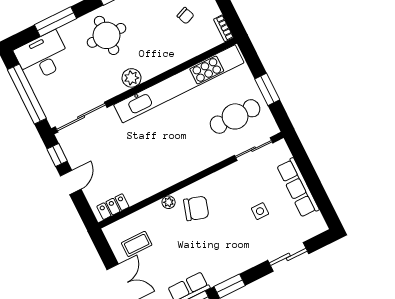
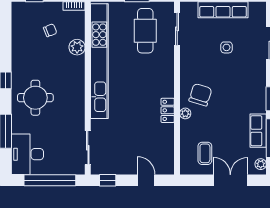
plant: (132, 78) -> (77, 47), moved
sliding door: (81, 117) -> (88, 148), width x0.73
door: (71, 183) -> (146, 180), moved
locker: (113, 207) -> (168, 110), moved

